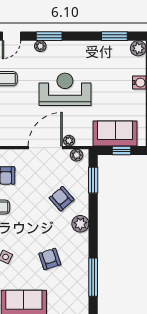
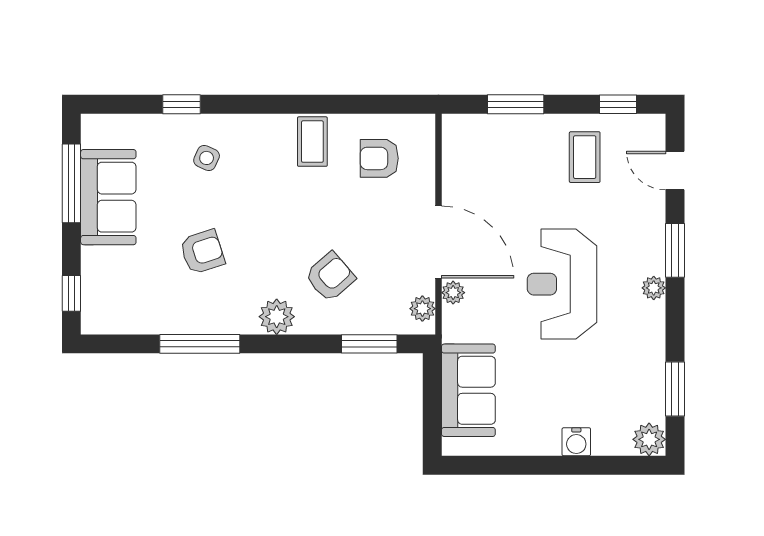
plant: (40, 46) -> (654, 288), moved
reception desk: (65, 89) -> (562, 284), turned 180
window: (121, 150) -> (432, 404), removed
window: (93, 277) -> (200, 344), moved

